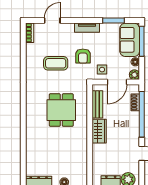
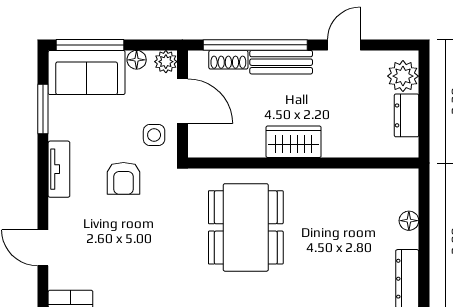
armchair: (83, 56) -> (123, 178), turned 90
coffee table: (56, 63) -> (140, 240), removed
bench: (97, 104) -> (281, 62), moved
dining table: (61, 110) -> (246, 227), width x1.38

